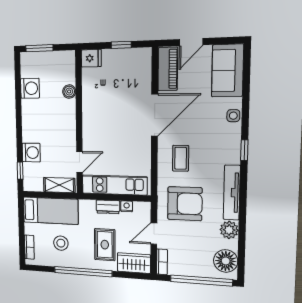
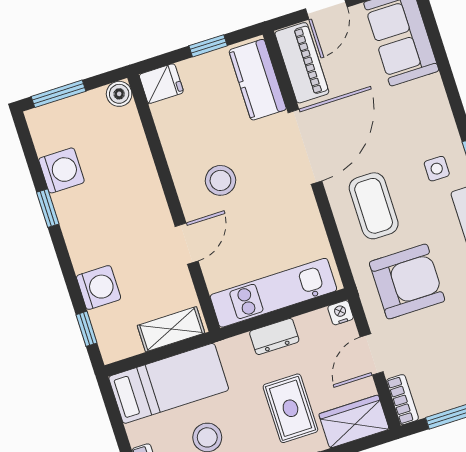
kitchen counter: (141, 71) -> (258, 80), added
boiler: (69, 92) -> (119, 94), moved
window: (18, 105) -> (48, 208), added
side table: (233, 116) -> (437, 169), moved
stool: (106, 119) -> (220, 180), added
coffee table: (181, 158) -> (374, 206), width x1.36, depth x1.30
door: (79, 162) -> (187, 244), moved
nightstand: (127, 206) -> (341, 313), moved

